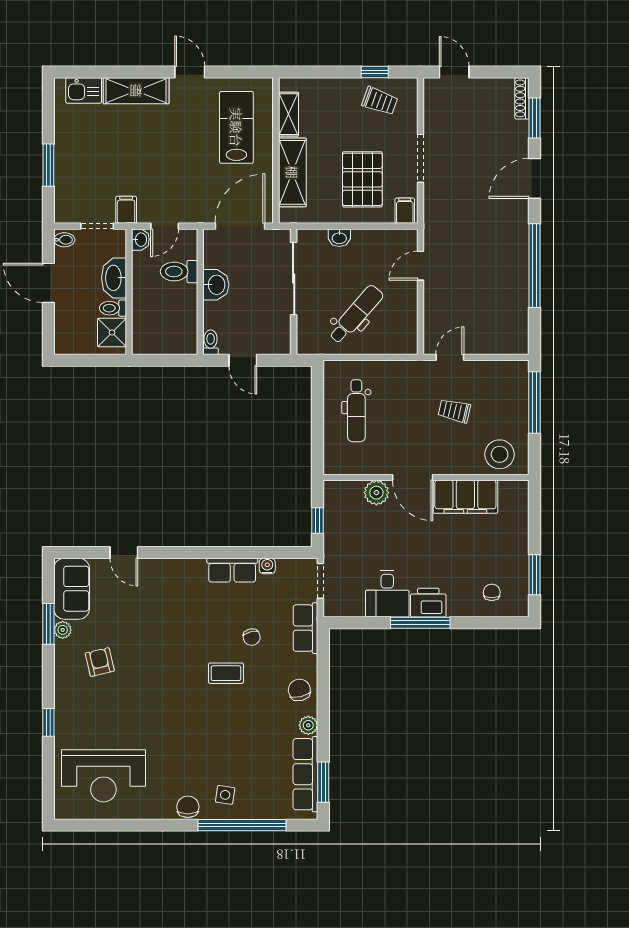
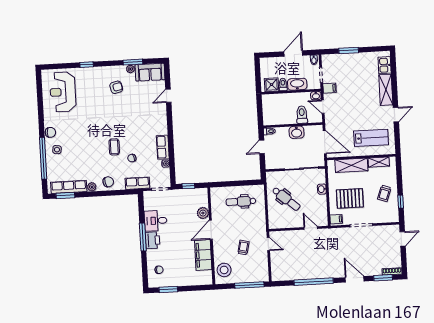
trolley: (380, 101) -> (384, 193), moved

